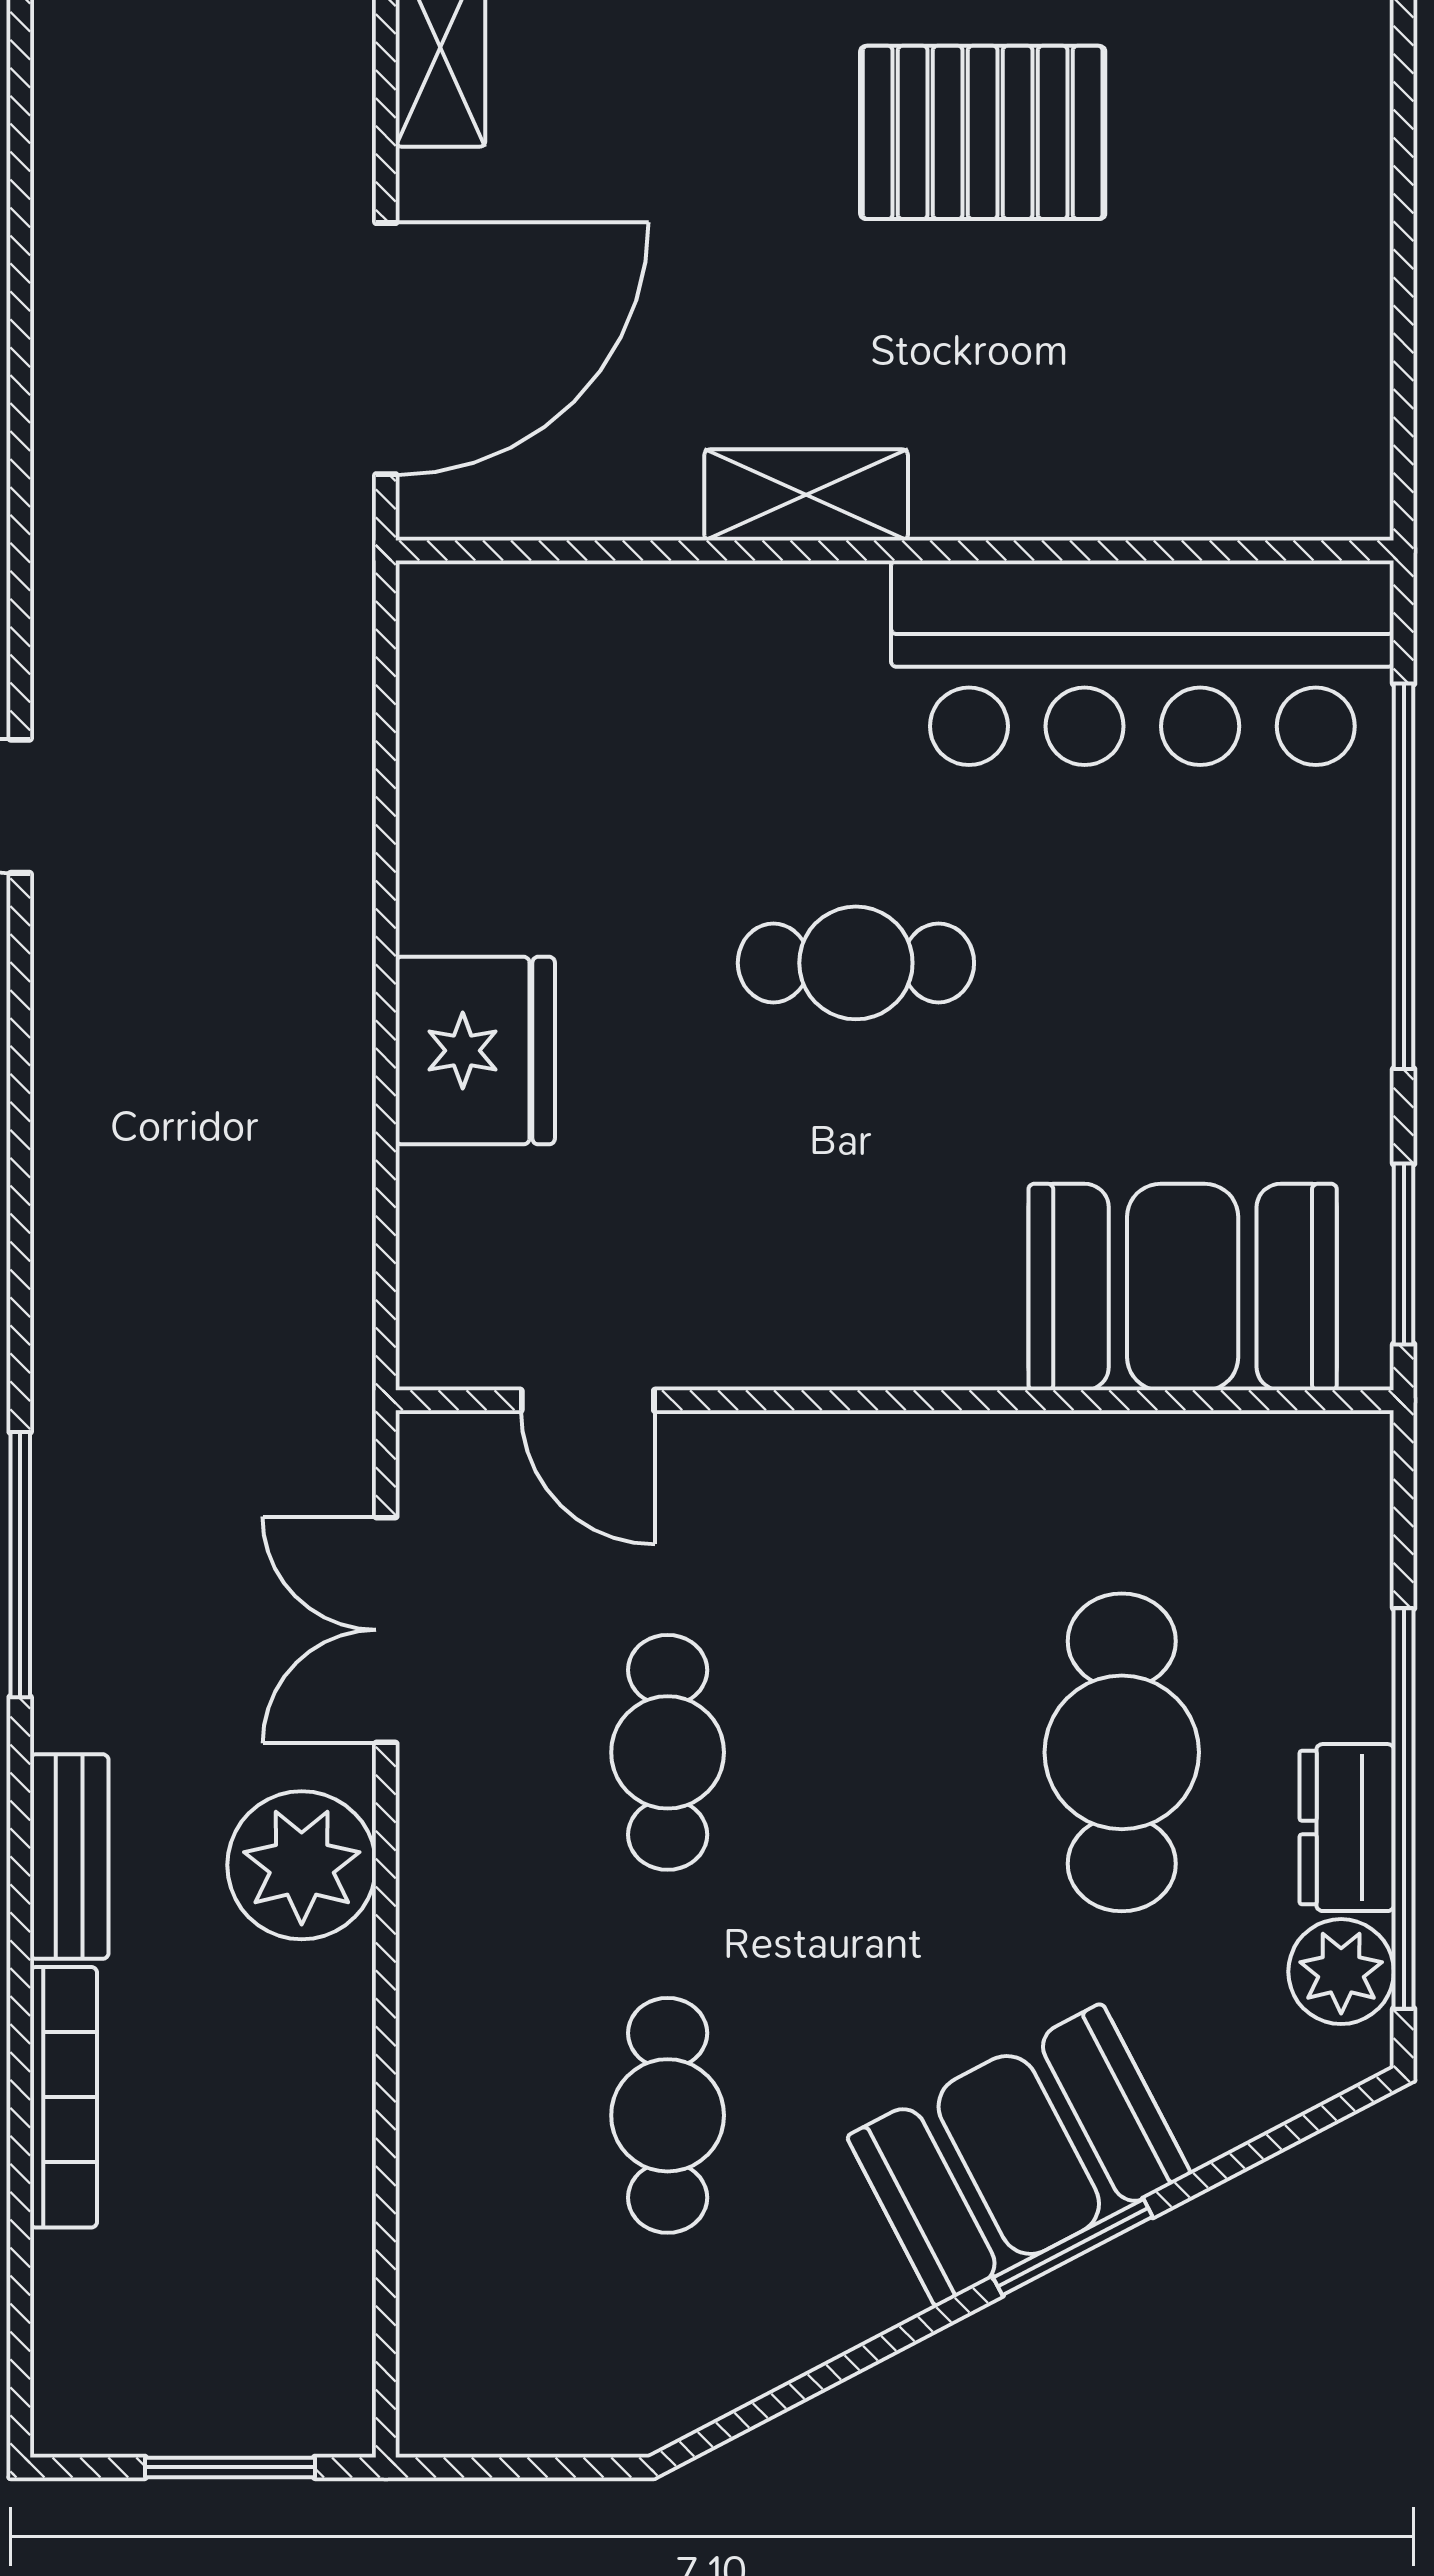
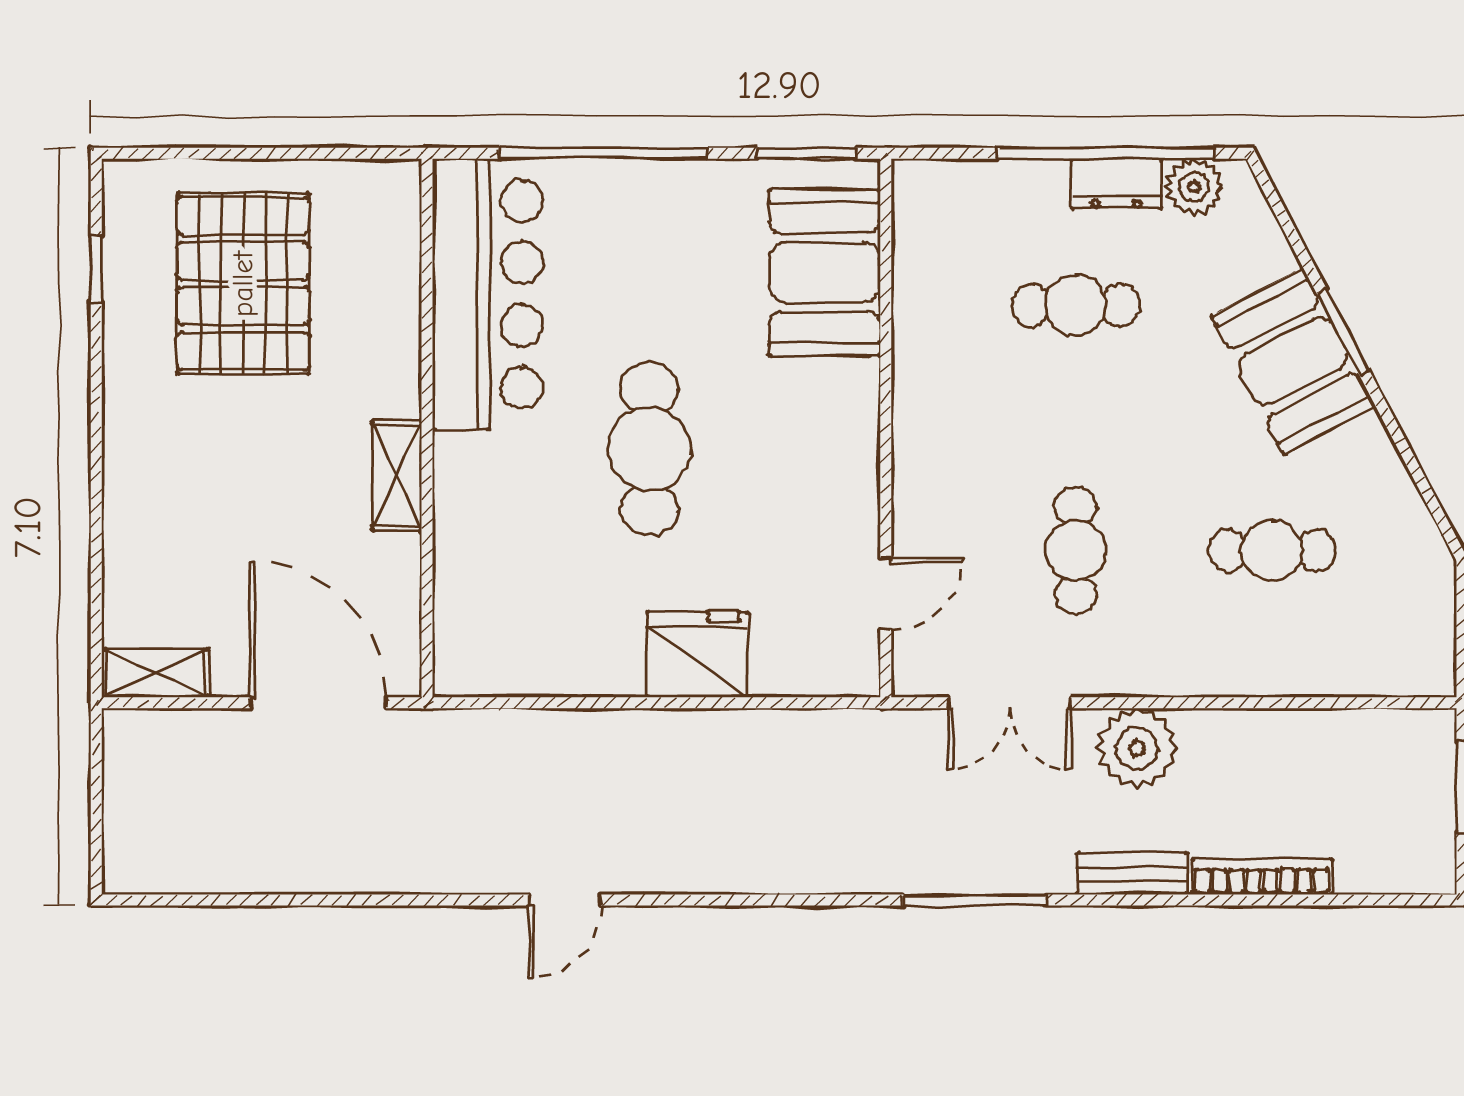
pallet: (983, 132) -> (243, 284), moved, width x1.37, depth x1.41
cafe table: (856, 963) -> (650, 449), width x1.37, depth x1.35
cafe table: (668, 1752) -> (1076, 551), turned 90
cafe table: (1122, 1752) -> (1076, 305), width x0.73, depth x0.74

